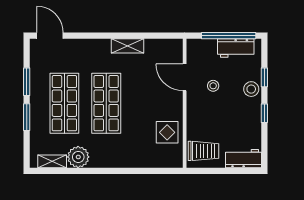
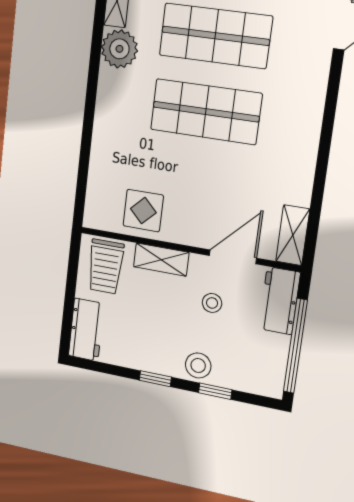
shelving: (128, 46) -> (293, 235), moved
workbench: (236, 48) -> (279, 301), moved
shelving: (194, 118) -> (161, 260), added

